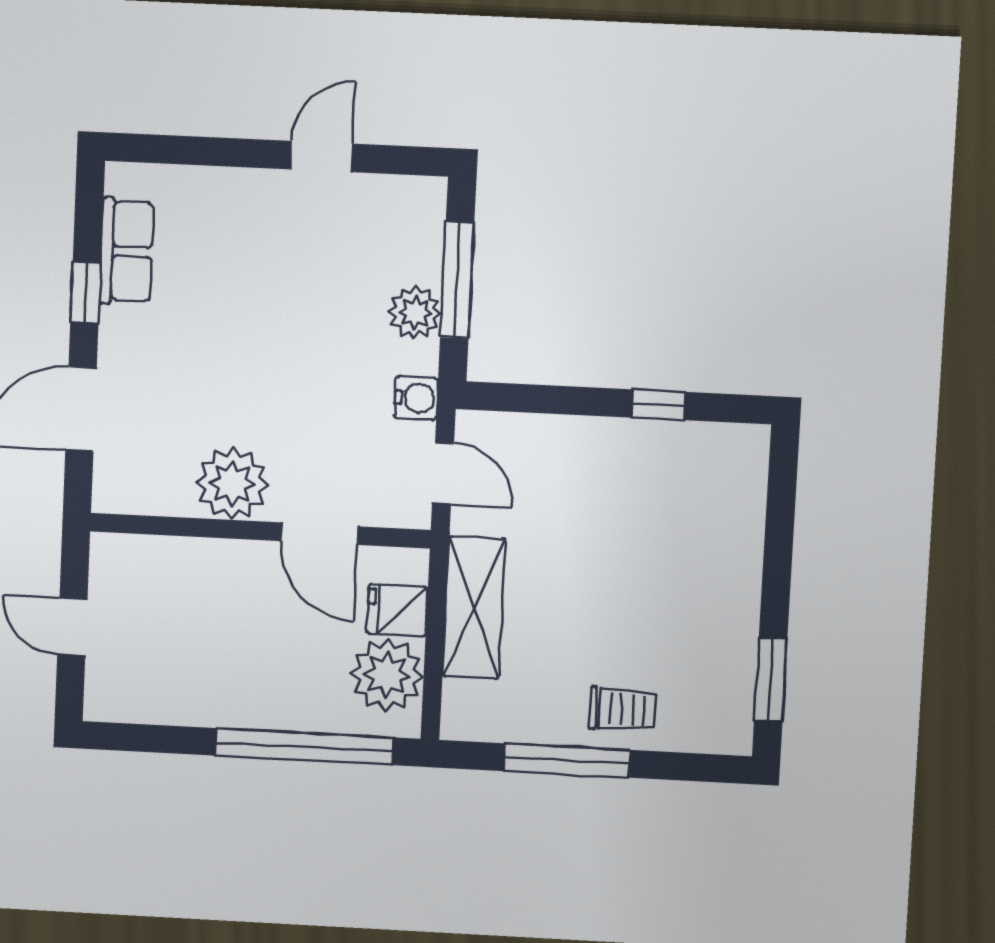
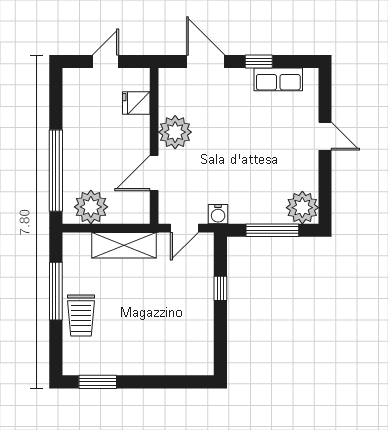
door: (321, 156) -> (325, 136), moved
plant: (415, 313) -> (302, 208), moved, width x1.36, depth x1.36
window: (658, 405) -> (220, 288), moved
fridge: (397, 610) -> (136, 103), moved, turned -90
trolley: (623, 709) -> (81, 315), width x1.36, depth x1.39

